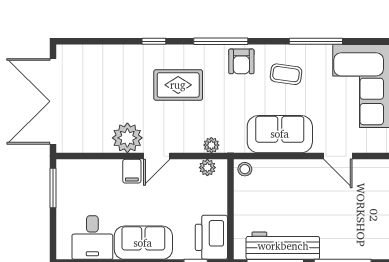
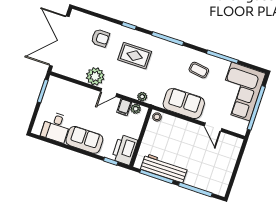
armchair: (241, 61) -> (100, 38), moved, turned -90
filing cabinet: (132, 171) -> (124, 107), moved

